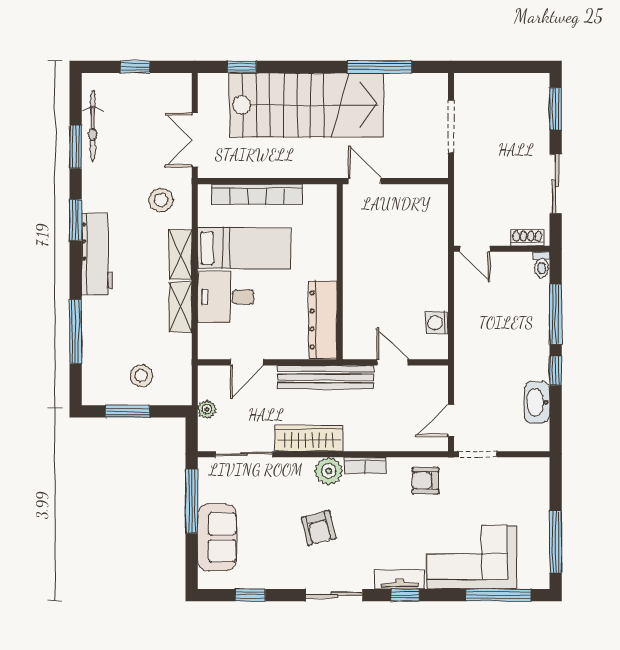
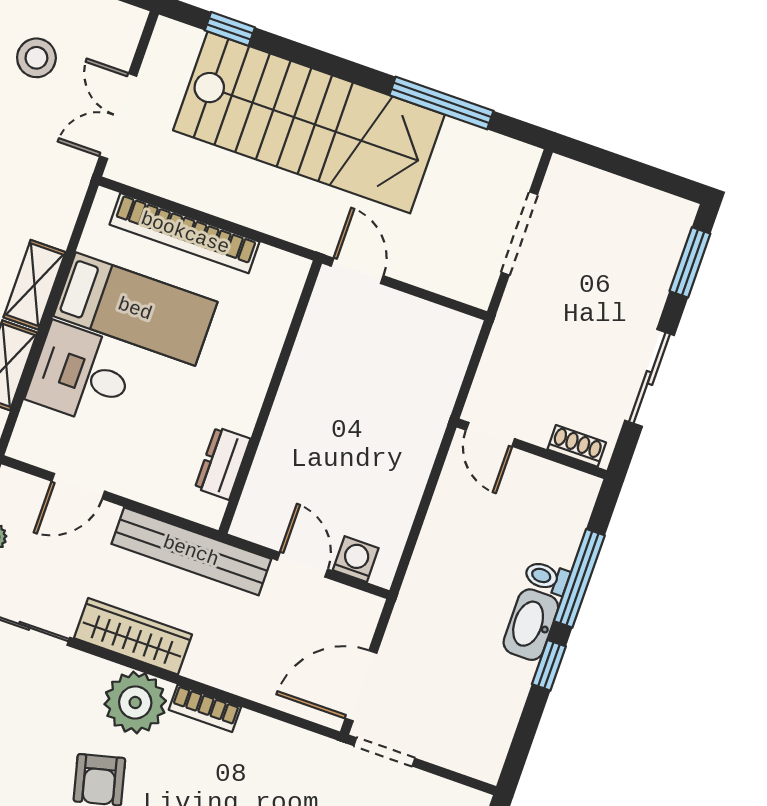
stool: (161, 200) -> (36, 58), moved
toilet: (542, 265) -> (547, 577), moved, turned 90
dresser: (323, 320) -> (223, 463), width x0.51, depth x0.80
washing machine: (437, 323) -> (356, 559), moved, turned 90
washbasin: (537, 402) -> (531, 625), moved
door: (451, 421) -> (361, 686), width x1.38
plant: (329, 471) -> (135, 702), width x1.36, depth x1.36
armchair: (425, 481) -> (289, 764), removed

